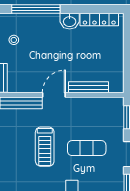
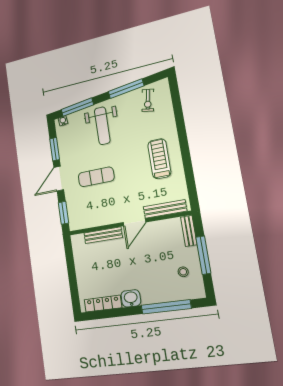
treadmill: (45, 147) -> (159, 159), moved

